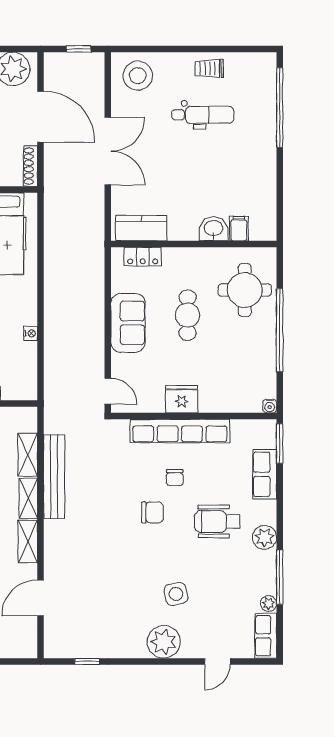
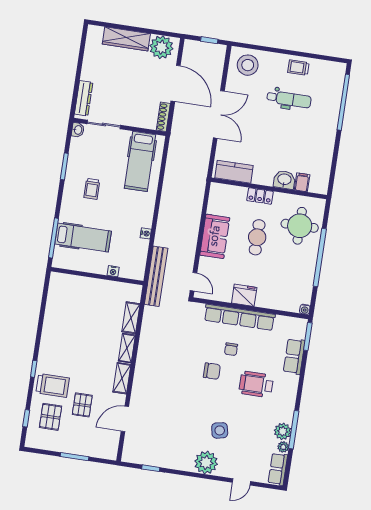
locker: (143, 257) -> (260, 196), moved
bench: (54, 477) -> (156, 276), moved
plant: (264, 537) -> (283, 431), moved

